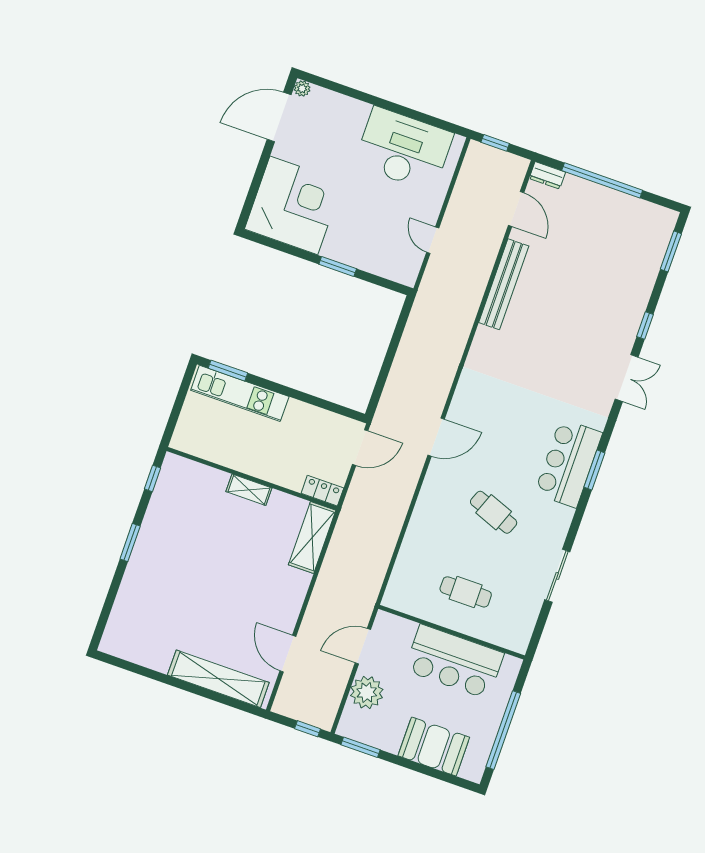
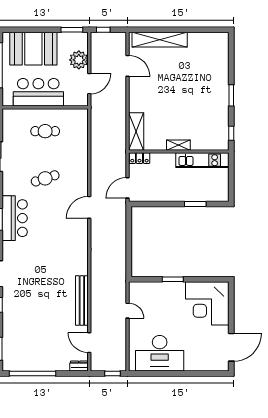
plant: (302, 89) -> (224, 367), removed
window: (602, 180) -> (33, 374), moved
window: (228, 371) -> (195, 204), moved
kitchen unit: (240, 393) -> (202, 160), moved, turned 180
cafe table: (494, 512) -> (45, 178), turned -39
booth: (434, 747) -> (33, 49), width x1.36, depth x1.42

